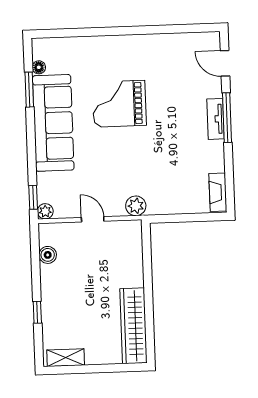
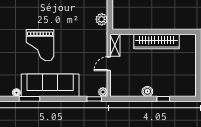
plant: (136, 206) -> (102, 19), moved
boiler: (48, 255) -> (147, 91), moved
wardrobe: (133, 326) -> (157, 42), moved
shelving: (66, 358) -> (115, 45), moved

